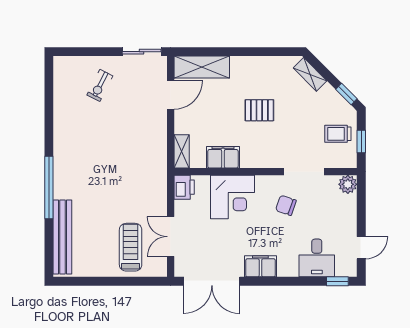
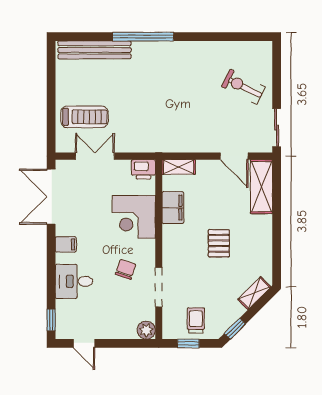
exercise bike: (100, 85) -> (243, 87), width x1.38, depth x1.39
desk: (317, 258) -> (74, 281), moved
filing cabinet: (260, 266) -> (66, 244), width x0.50

